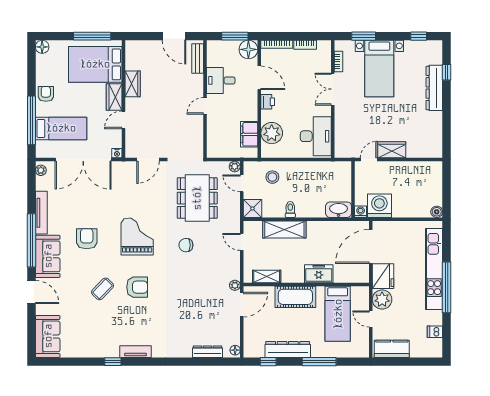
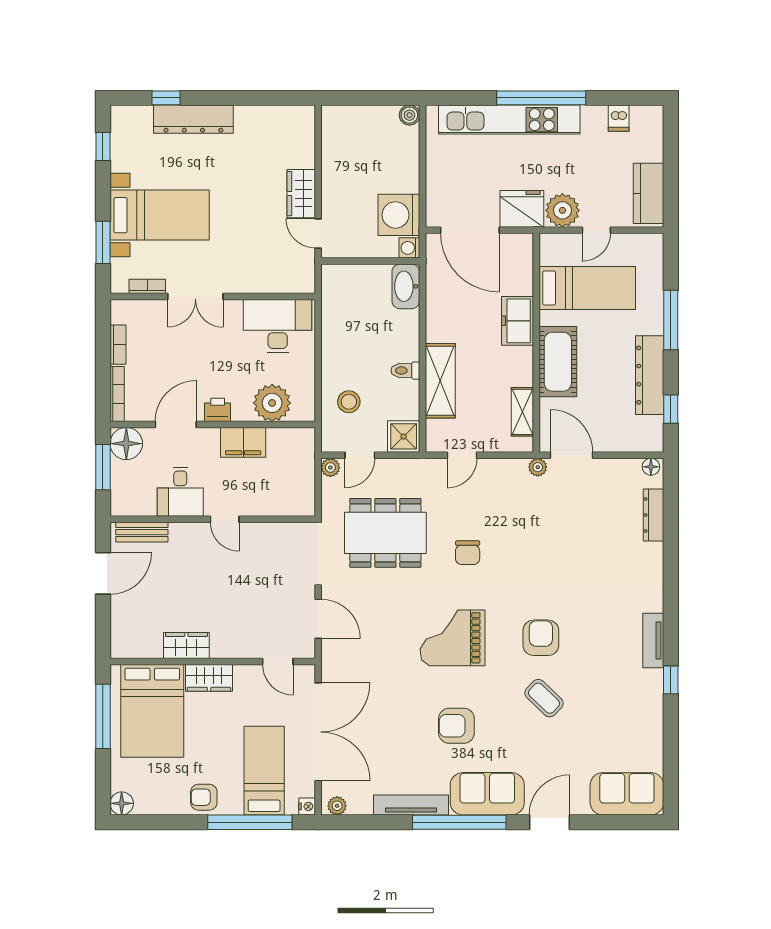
door: (124, 120) -> (278, 661), moved
filing cabinet: (249, 134) -> (243, 442), moved
nightstand: (117, 153) -> (307, 806), moved

